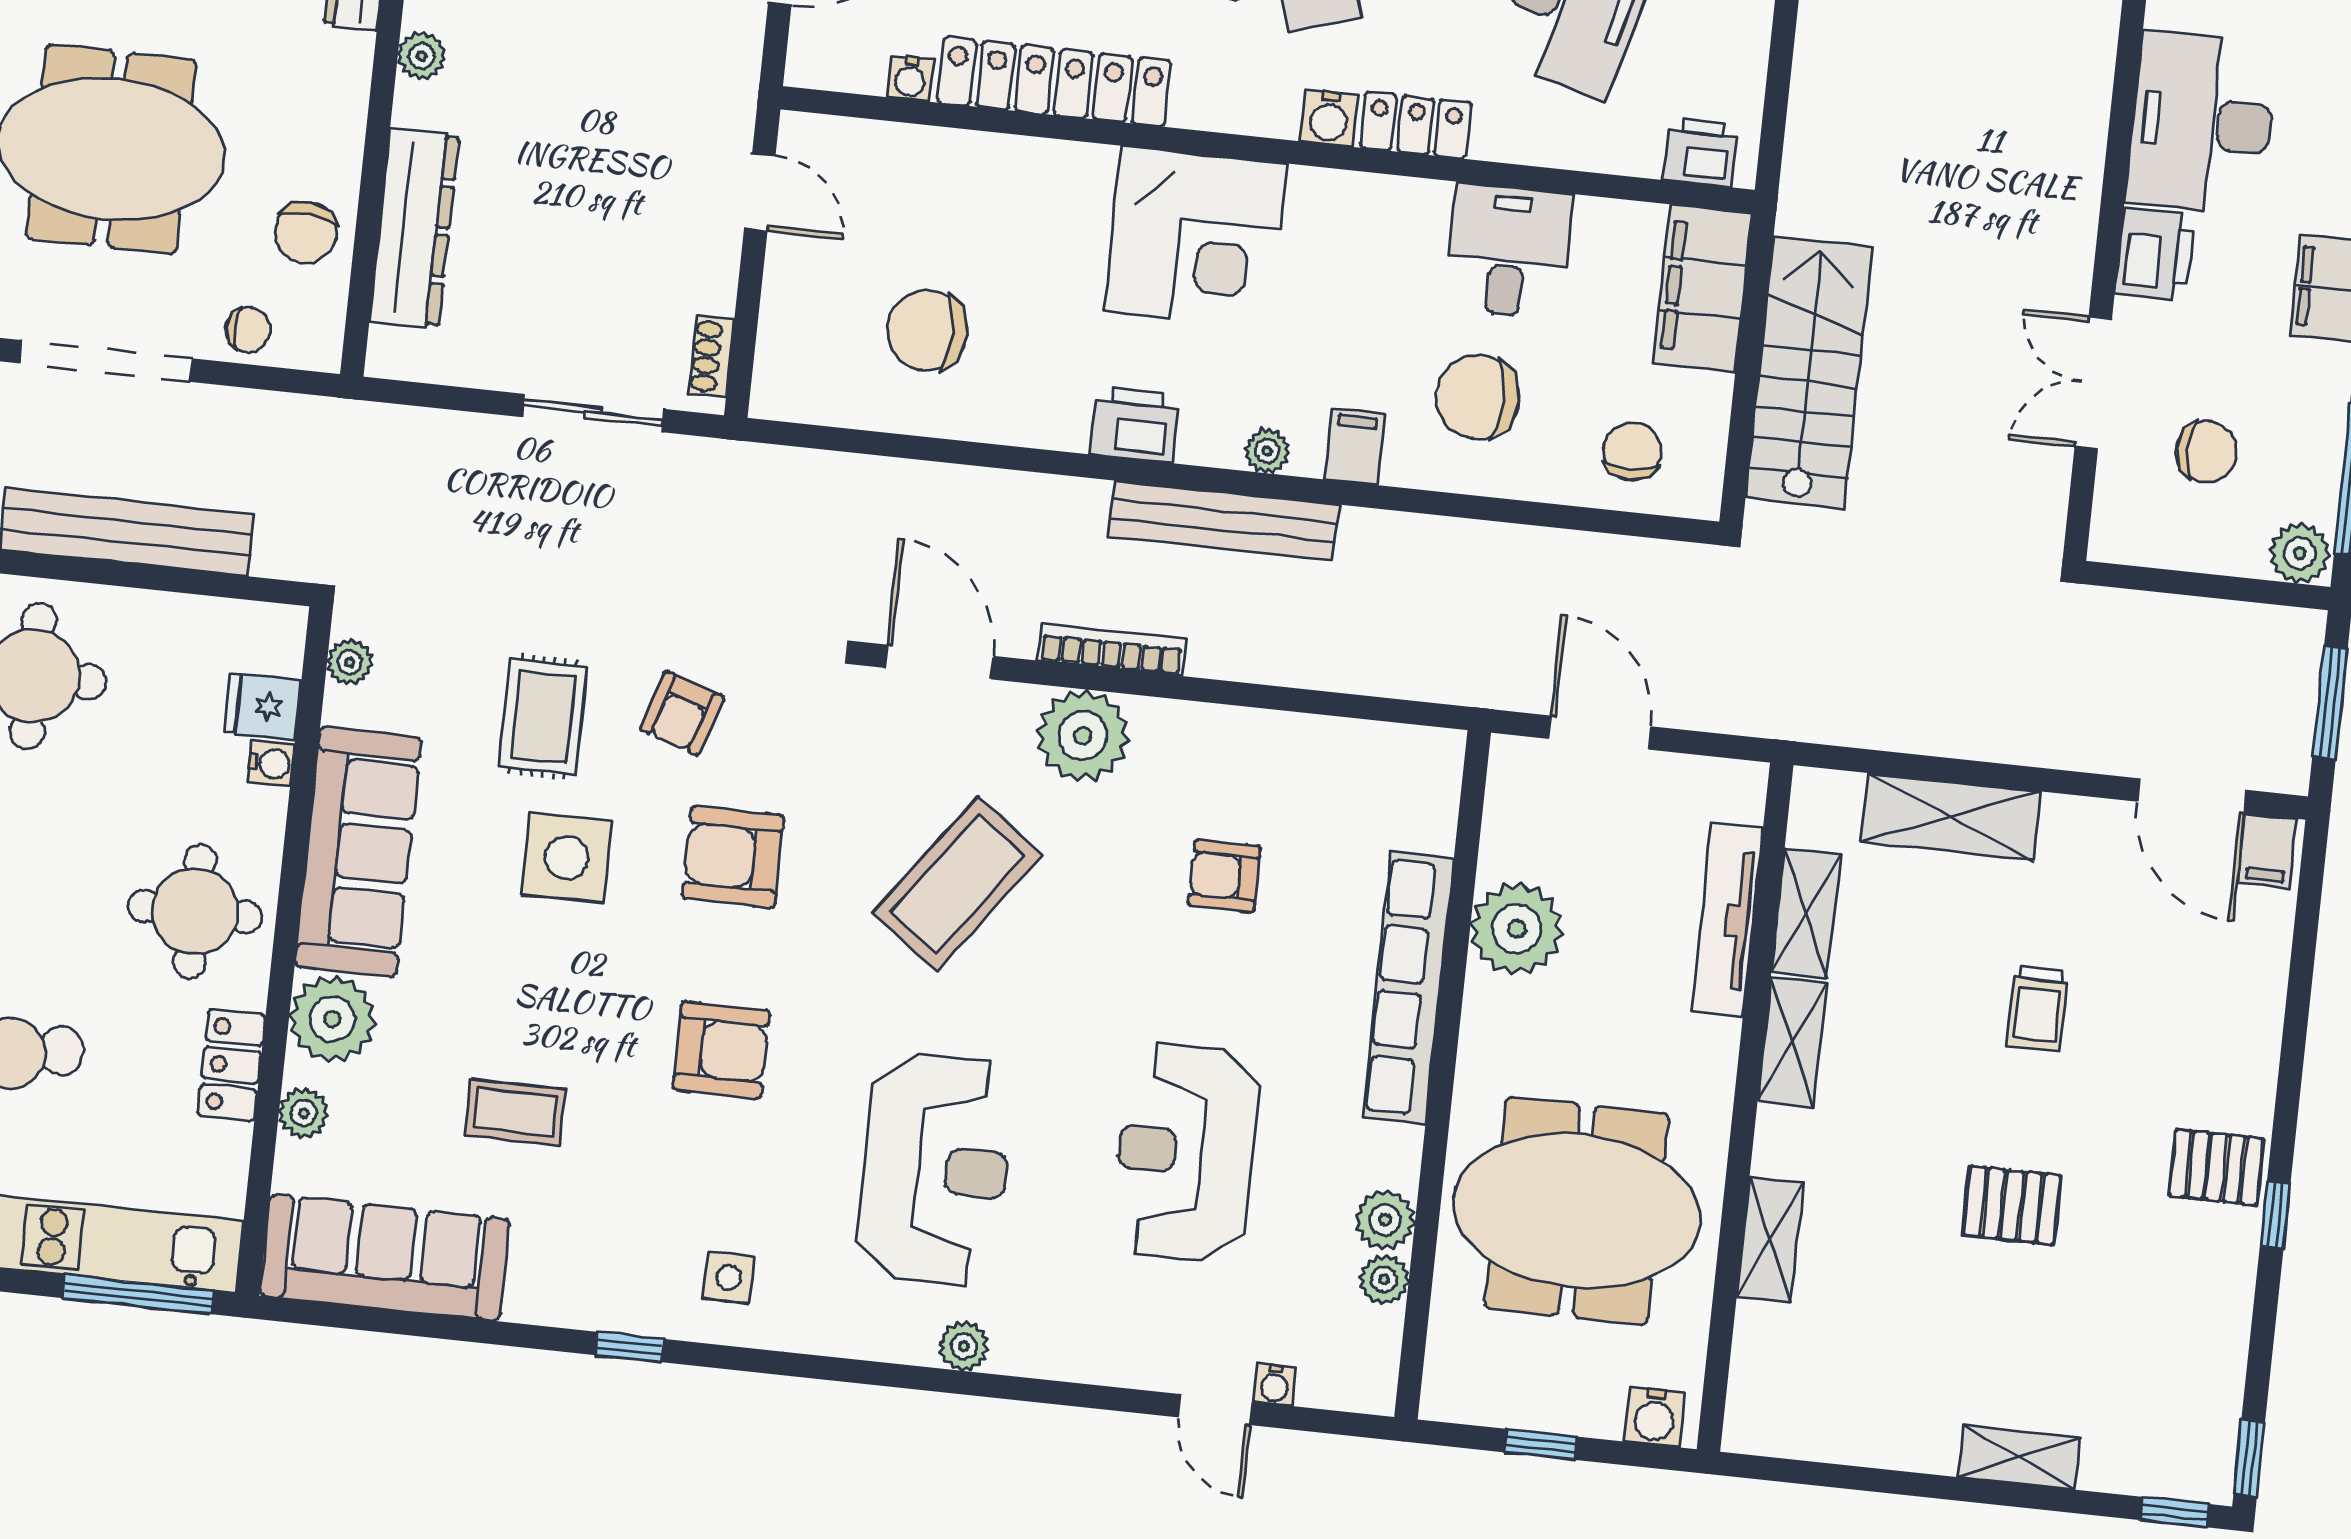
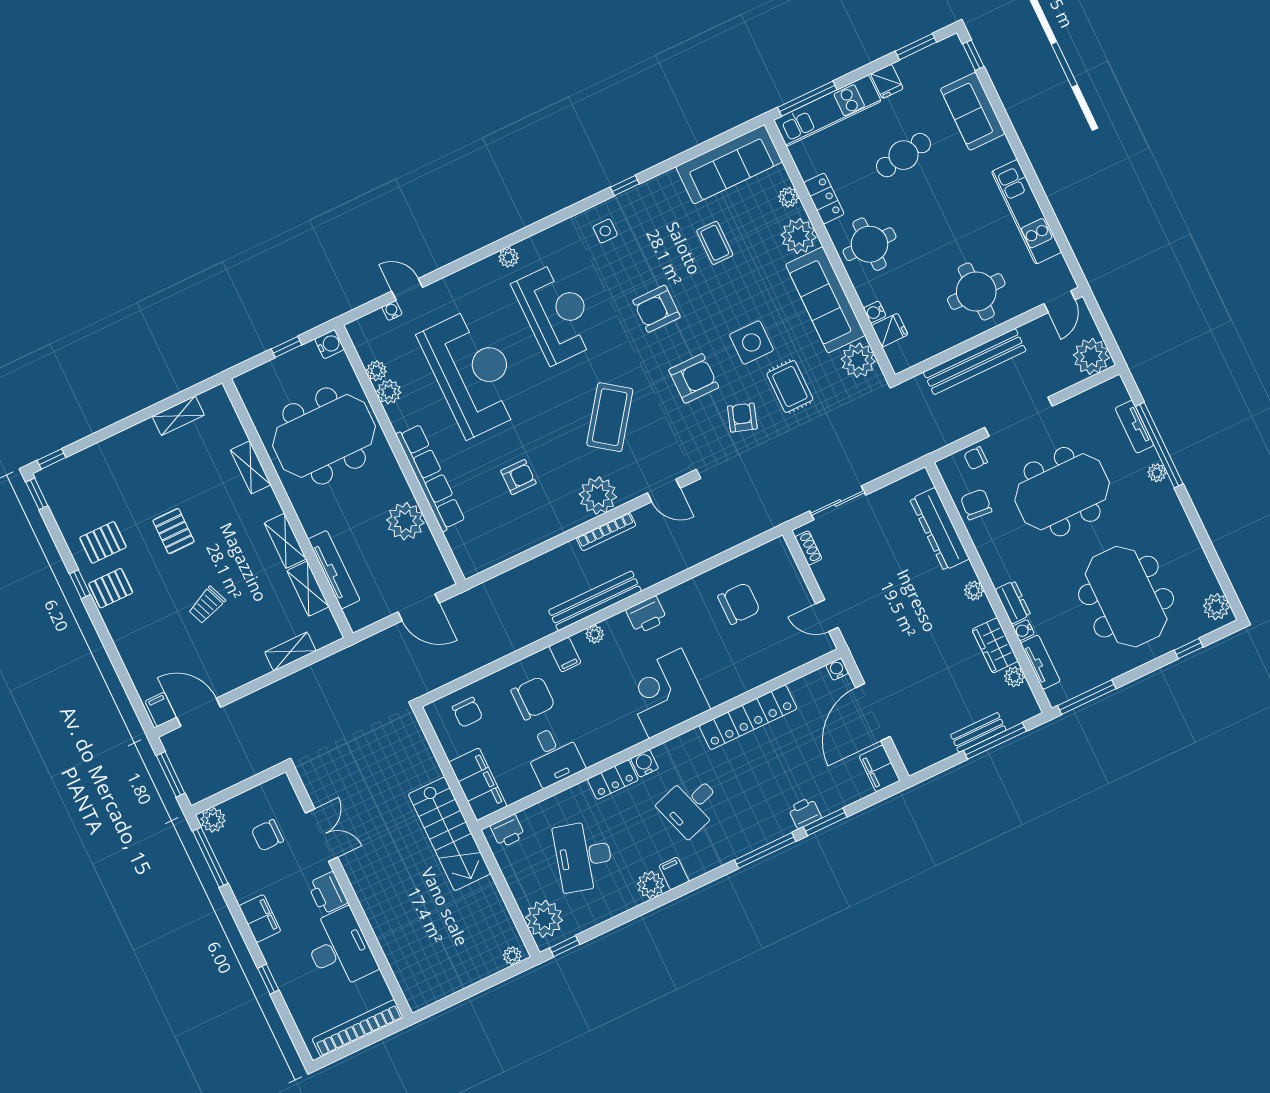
water cooler: (910, 78) -> (837, 669), moved
stairs: (1809, 372) -> (450, 834), moved
plant: (350, 662) -> (858, 360), width x1.87, depth x1.87
door: (939, 662) -> (664, 490), width x0.73
shelving: (1951, 817) -> (290, 651), width x0.67, depth x0.75
trolley: (2037, 1009) -> (207, 605), turned -112
coffee table: (515, 1112) -> (715, 243), turned 90
reception desk: (1186, 1152) -> (473, 372), width x1.36, depth x1.30
reception desk: (935, 1169) -> (556, 313), turned 180
pallet: (2012, 1205) -> (174, 531), turned 90
pallet: (2173, 1272) -> (103, 542), added
water cooler: (1654, 1417) -> (329, 344), moved, turned 90
shelving: (2019, 1457) -> (178, 416), moved

